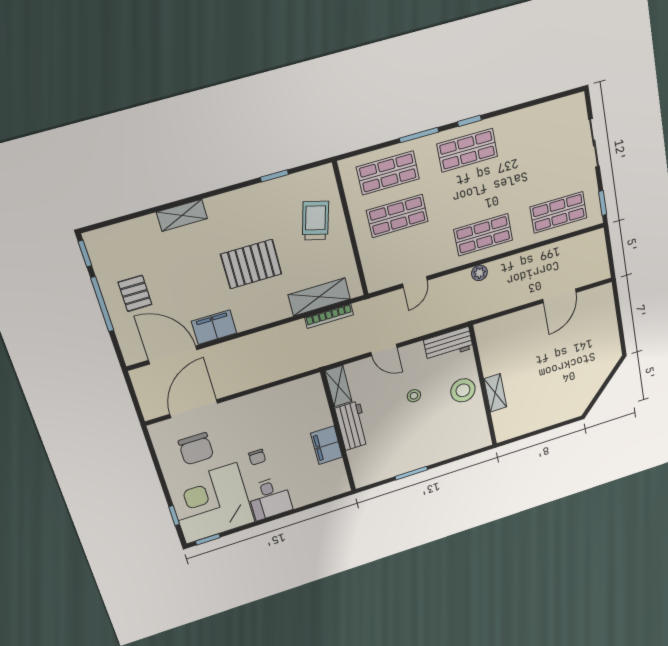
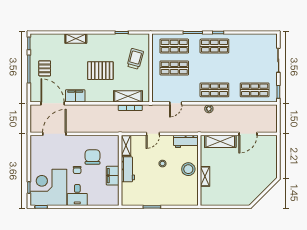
shelving: (511, 325) -> (220, 141), added
door: (384, 350) -> (153, 134), hinge flipped
chair: (196, 449) -> (93, 157), moved, turned 180

